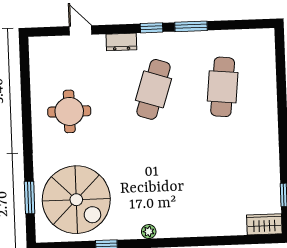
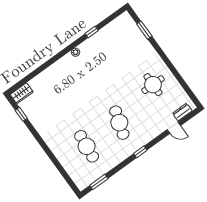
window: (191, 26) -> (99, 182), moved
dresser: (121, 42) -> (182, 112), moved
spiral stairs: (76, 200) -> (121, 44), removed

